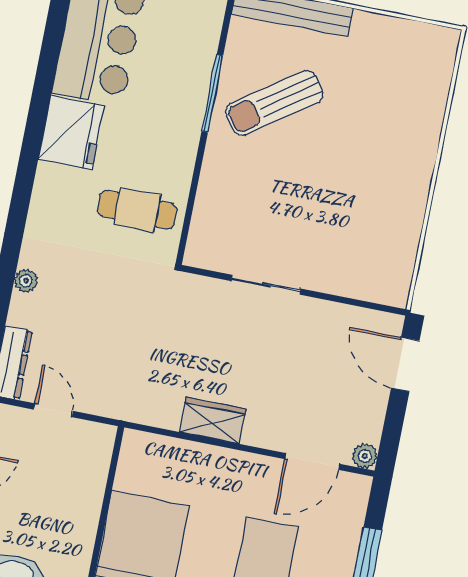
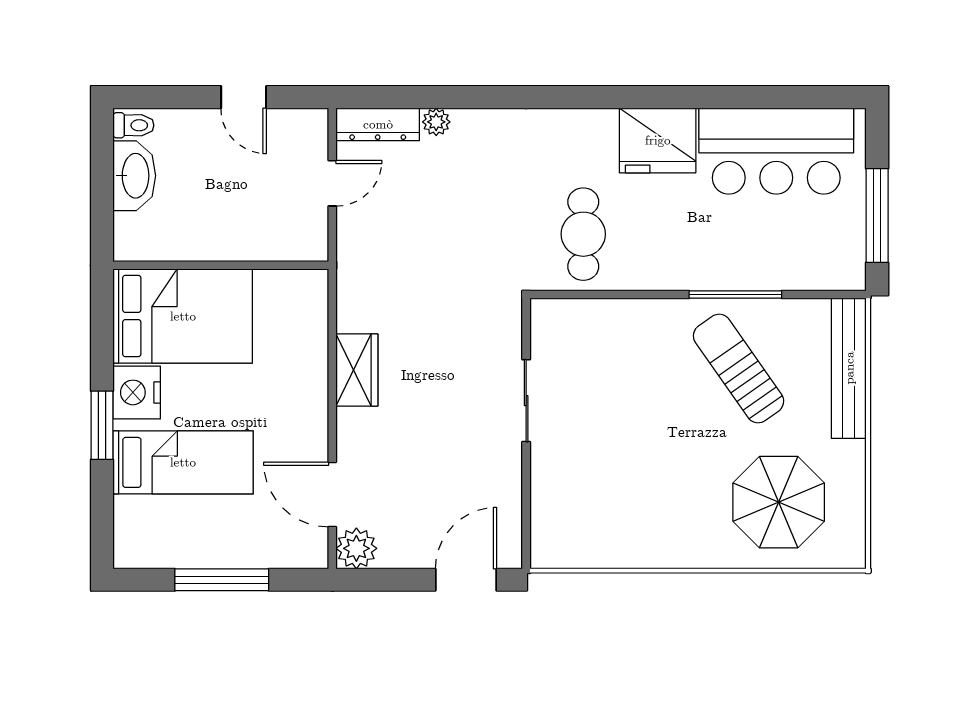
parasol: (392, 91) -> (779, 502), added
plant: (26, 281) -> (436, 122), moved
plant: (365, 456) -> (356, 548), width x1.38, depth x1.38

